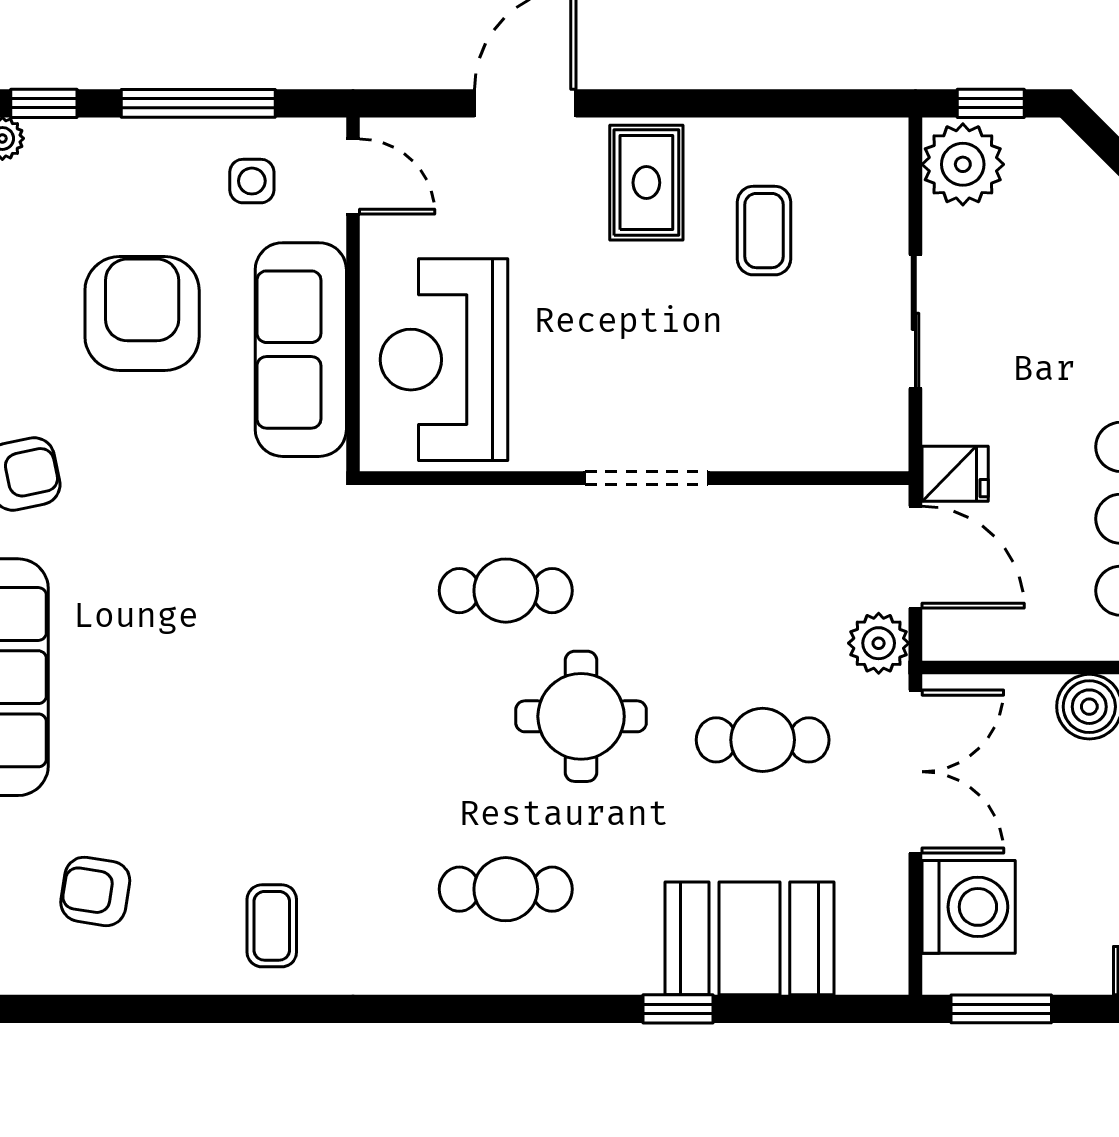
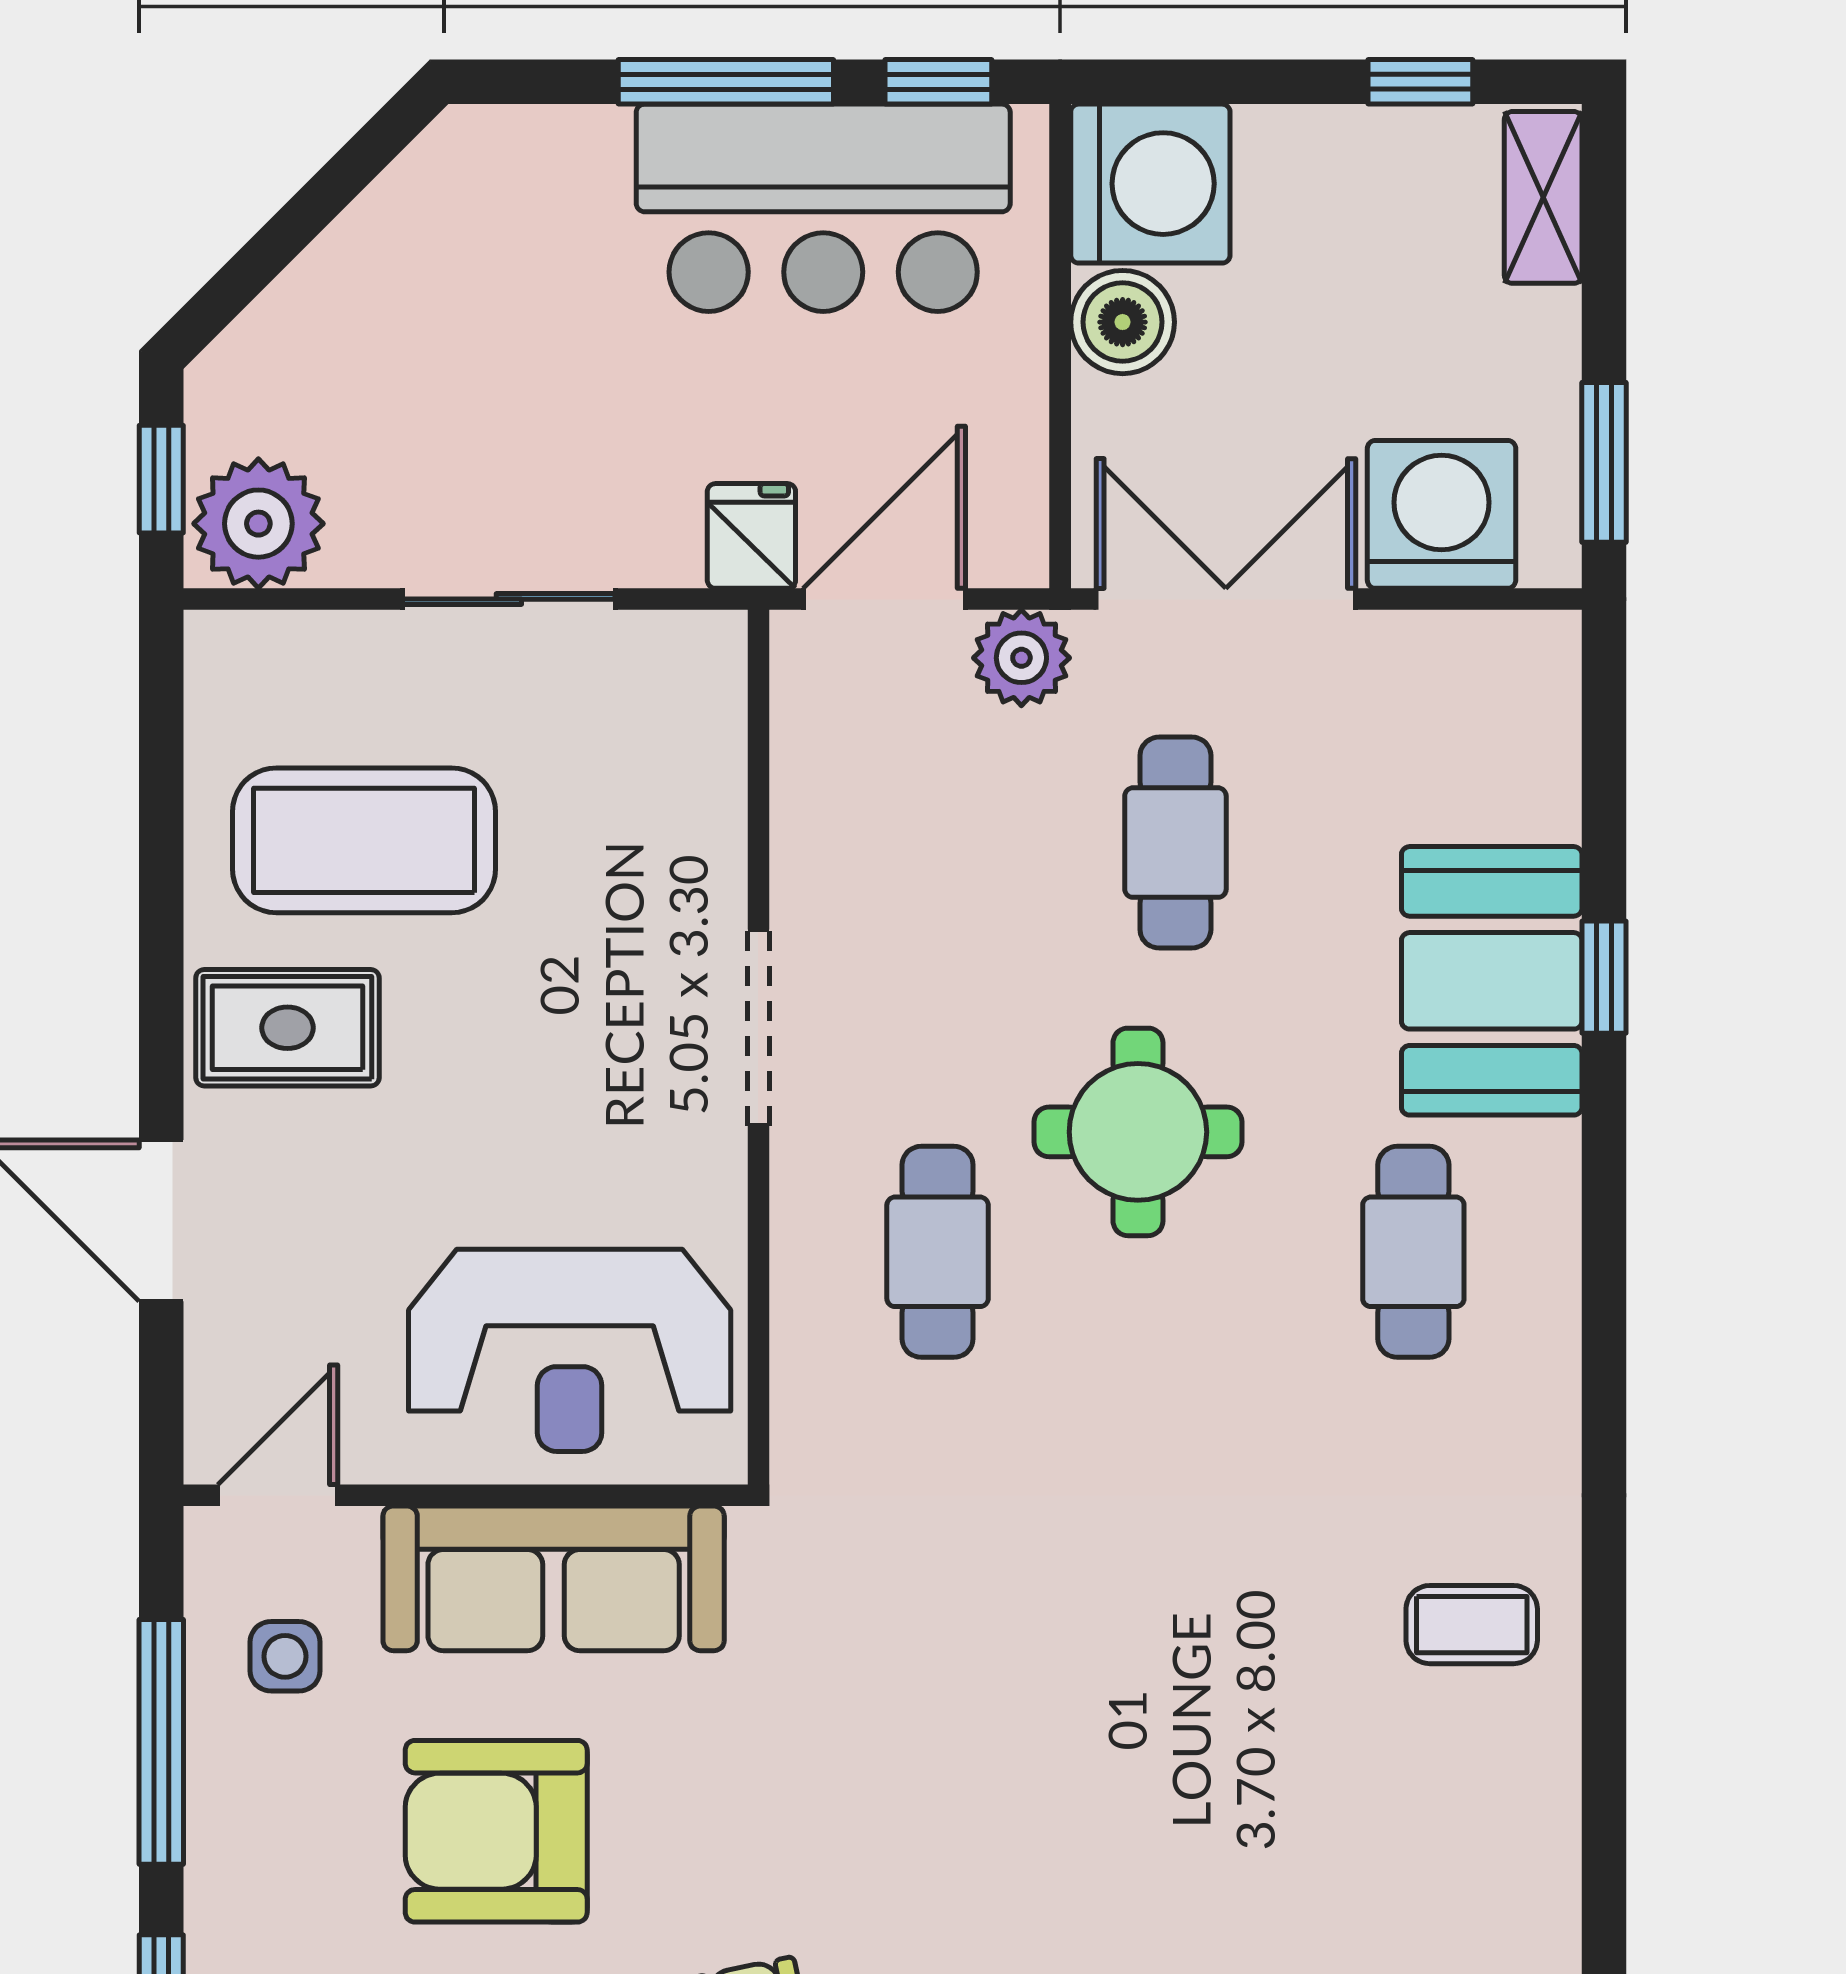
coffee table: (764, 231) -> (364, 840), width x1.86, depth x1.72
armchair: (95, 891) -> (1417, 1906), removed
booth: (749, 938) -> (1492, 981), moved

